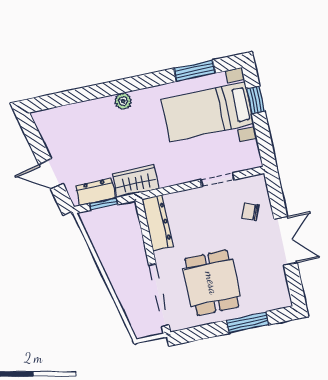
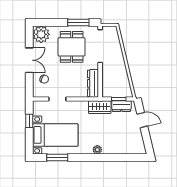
window: (256, 100) -> (29, 121), moved
double door: (286, 241) -> (29, 60), swing flipped
plant: (274, 294) -> (41, 34), added
window: (248, 323) -> (78, 22), moved

